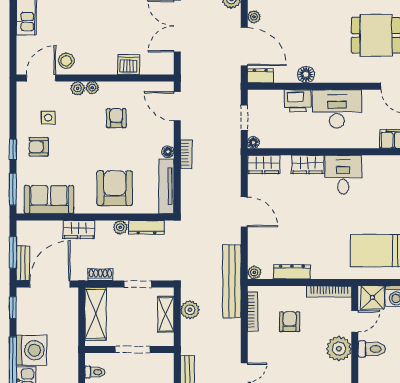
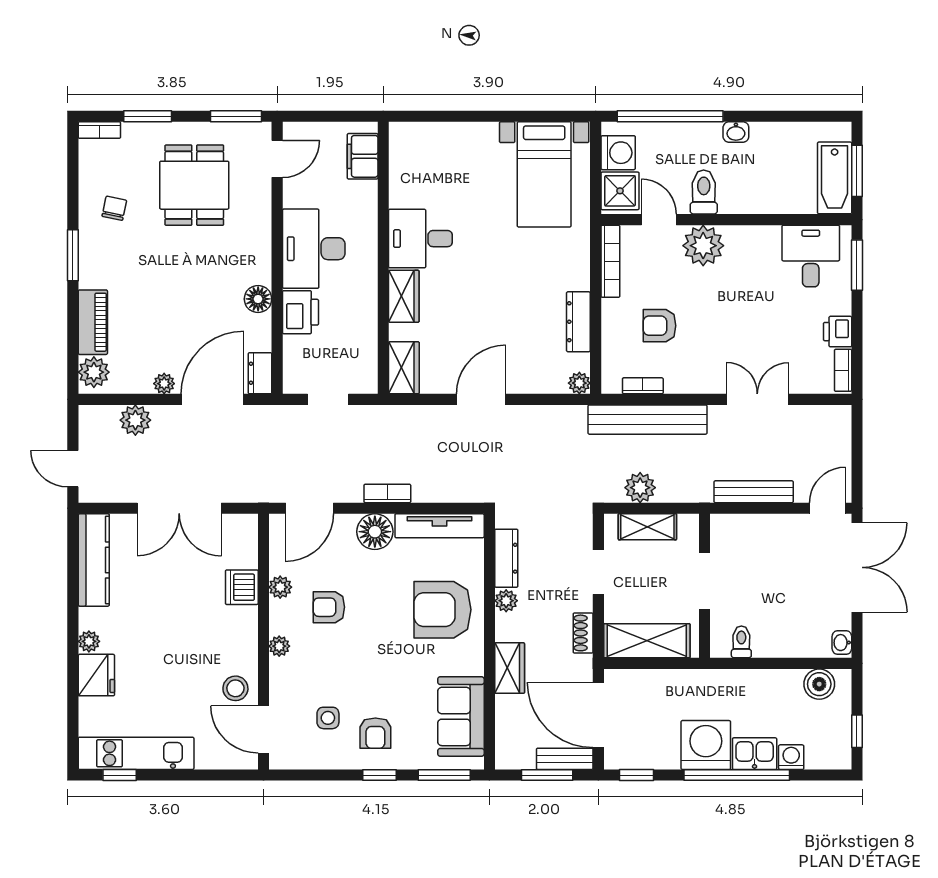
plant: (78, 88) -> (280, 587), moved
floor lamp: (253, 143) -> (368, 384), removed
floor lamp: (168, 152) -> (375, 532), width x1.89, depth x1.89
bench: (232, 281) -> (648, 420), moved
bookcase: (253, 311) -> (643, 386), width x0.64

